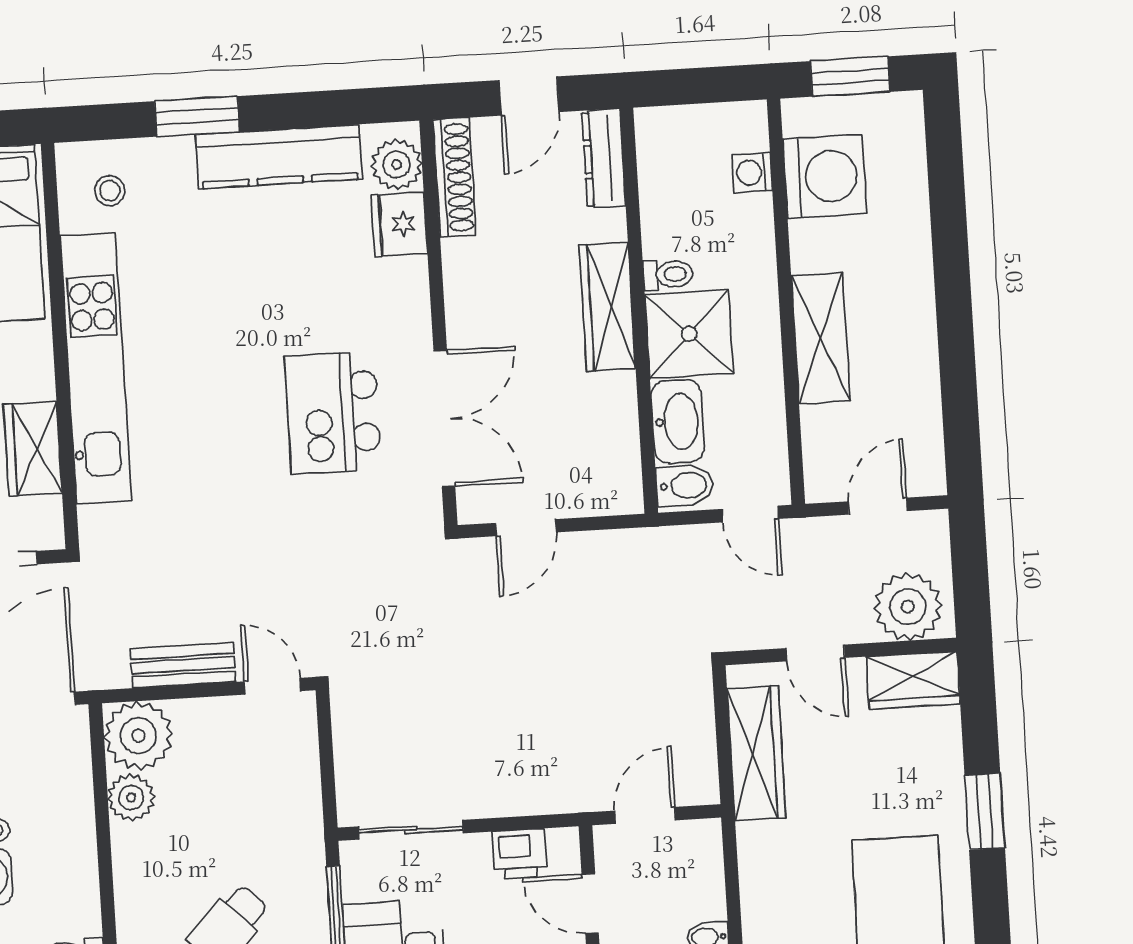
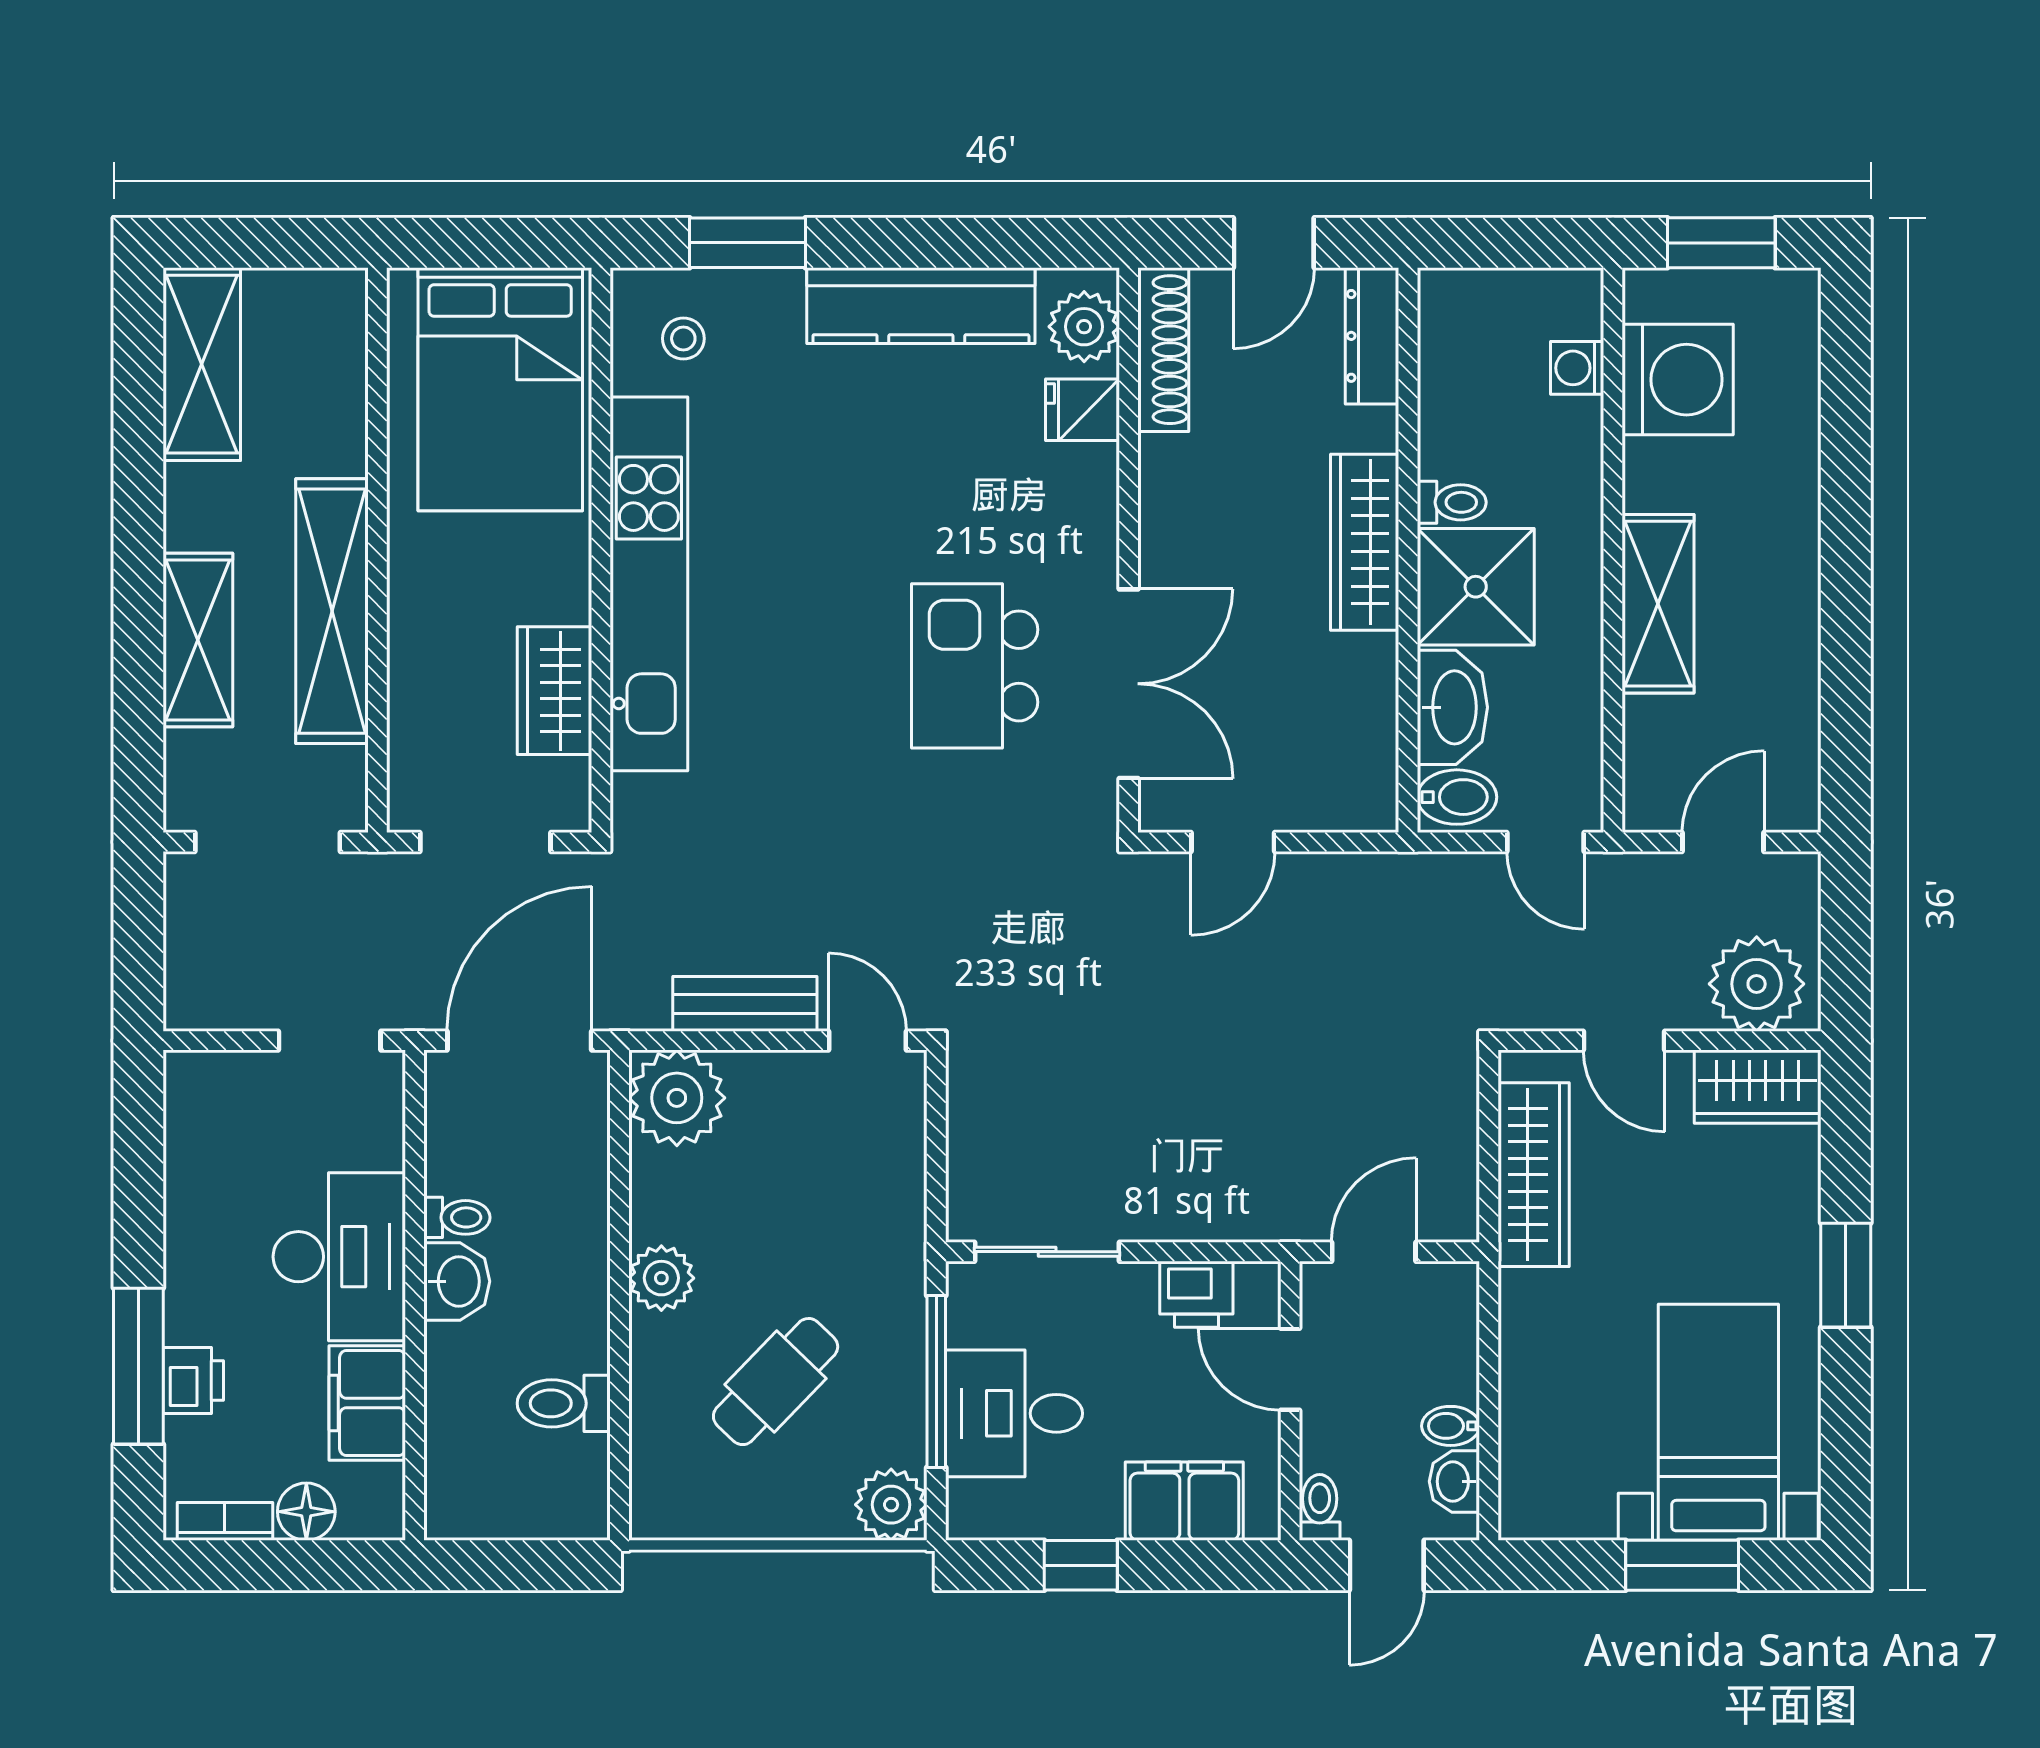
window: (197, 116) -> (748, 243), moved
fridge: (399, 224) -> (1082, 410), width x0.72
plant: (131, 798) -> (661, 1278), moved

